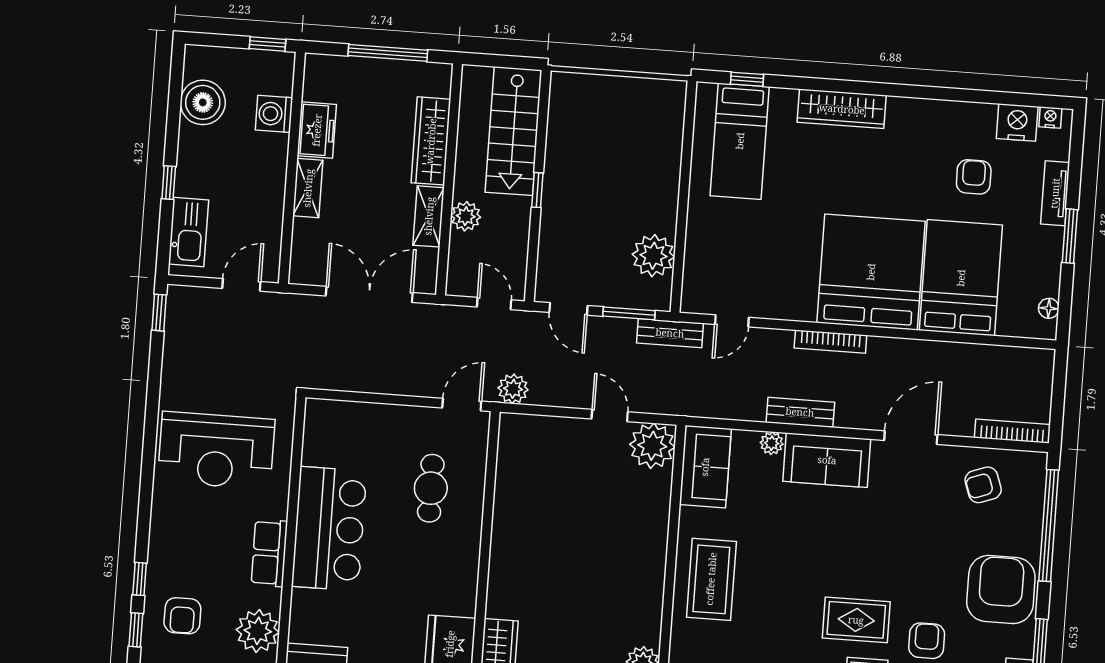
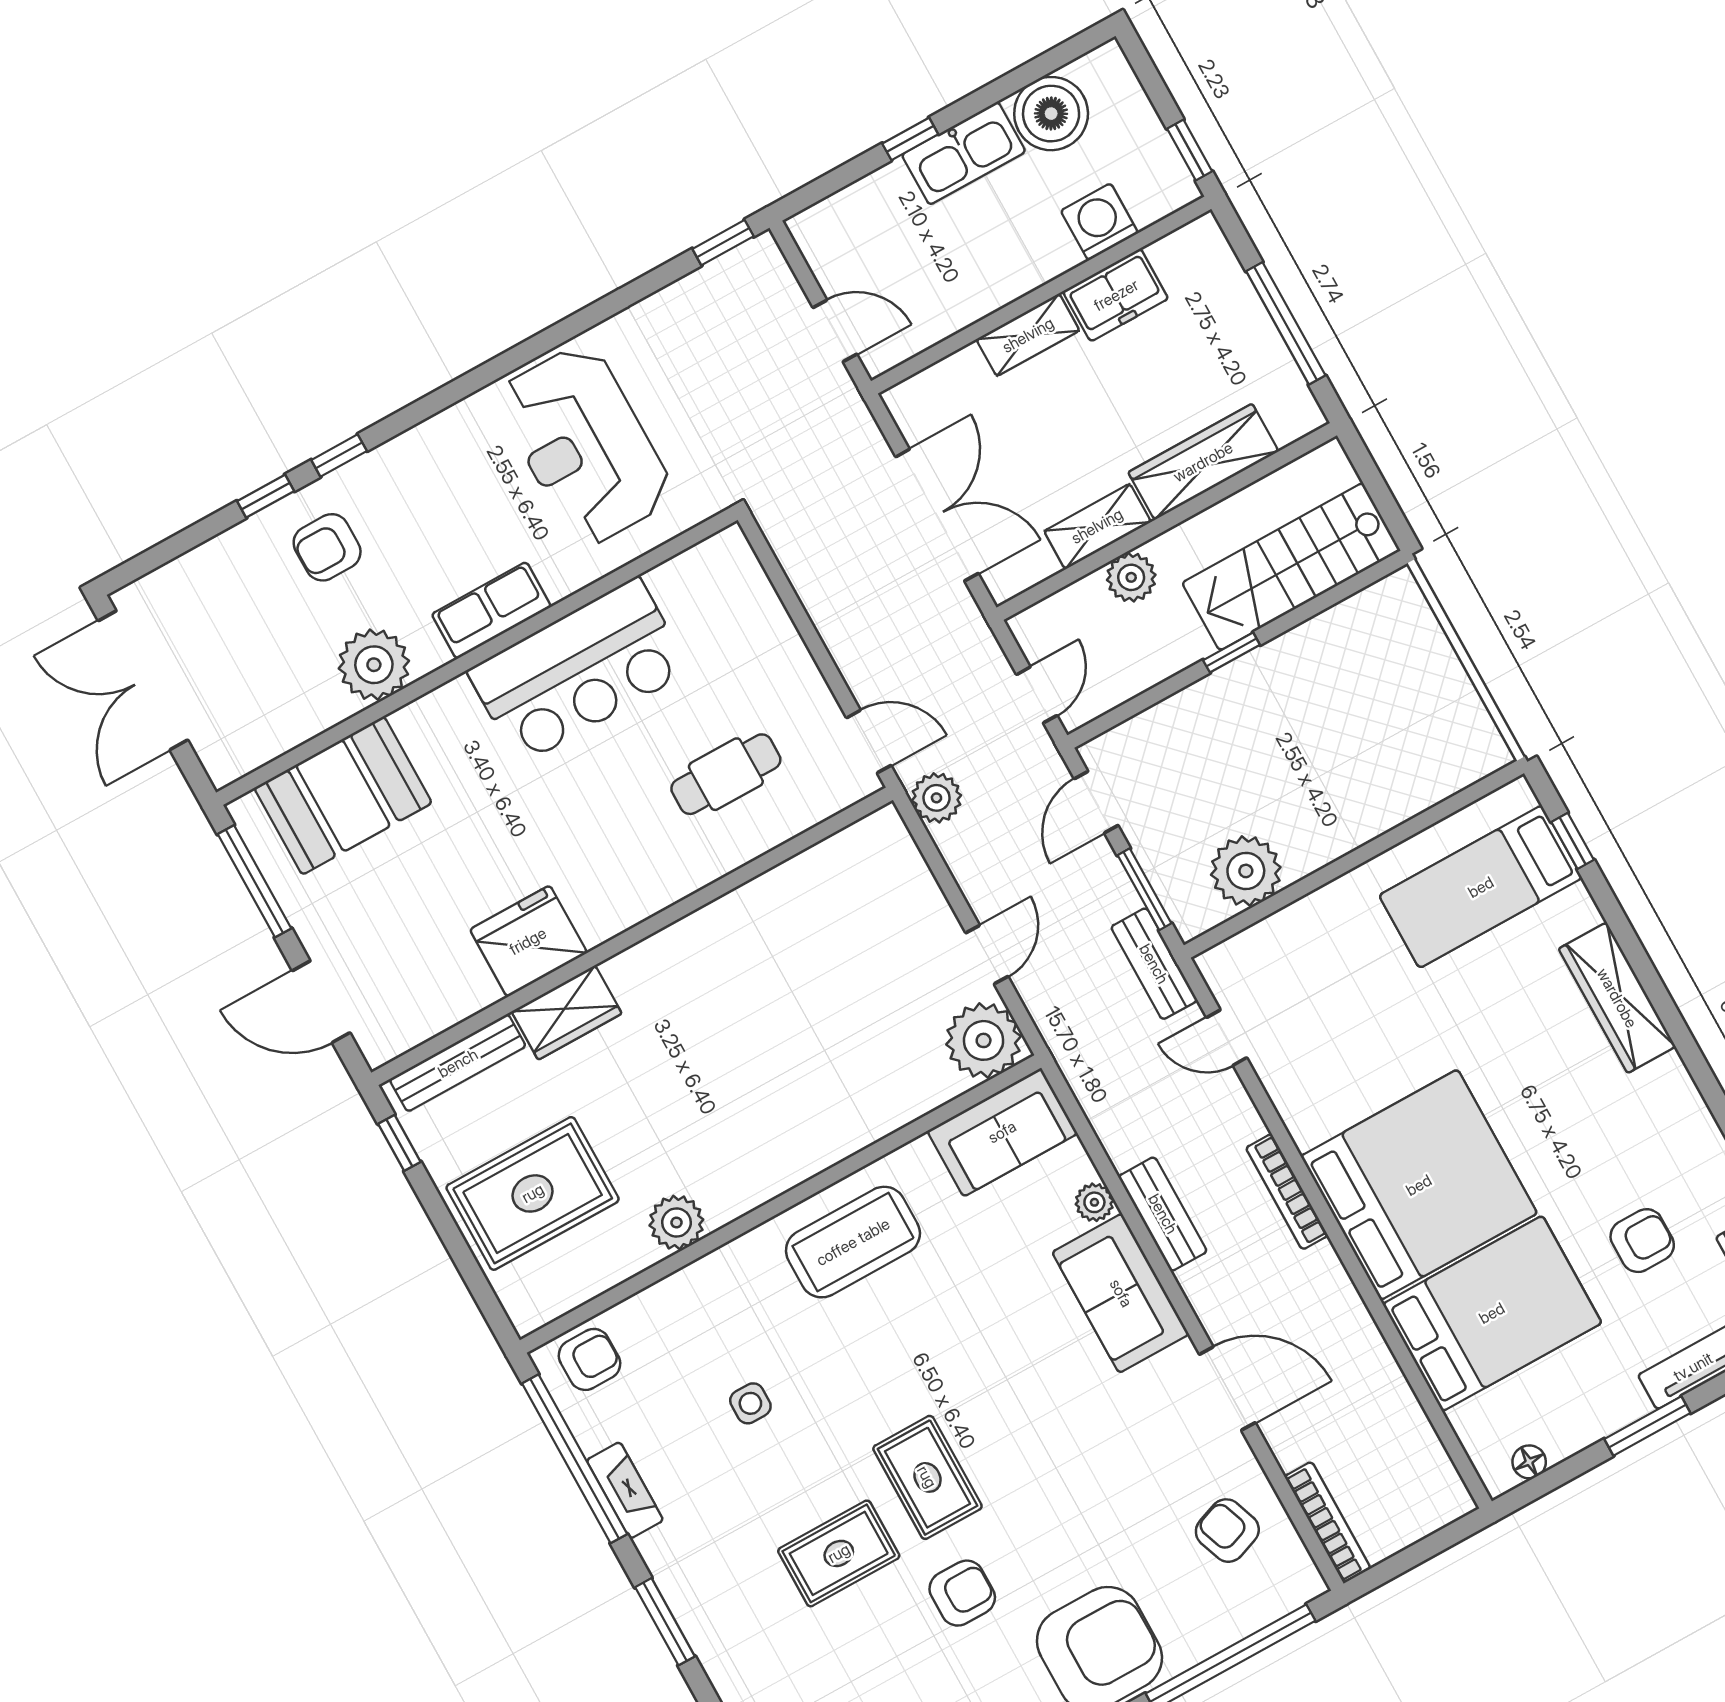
kitchen sink: (189, 232) -> (964, 153), moved

